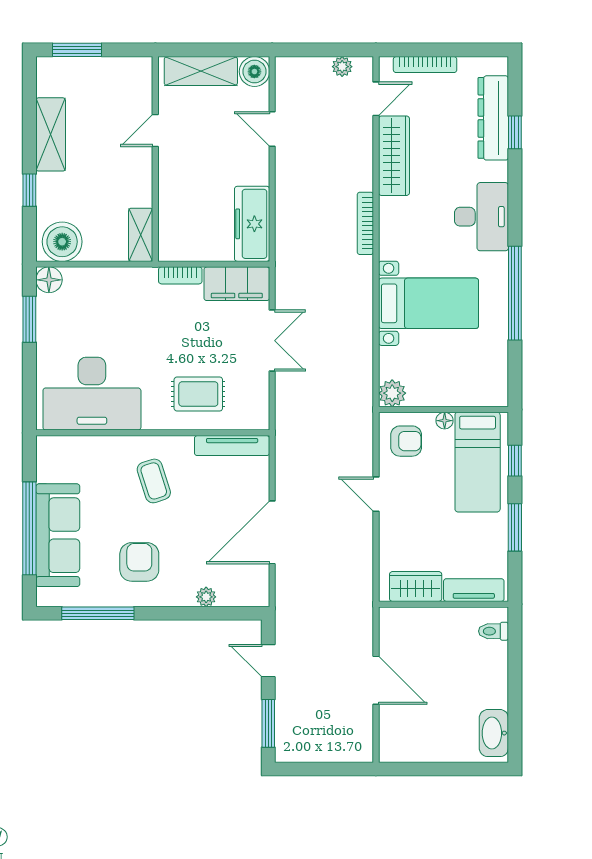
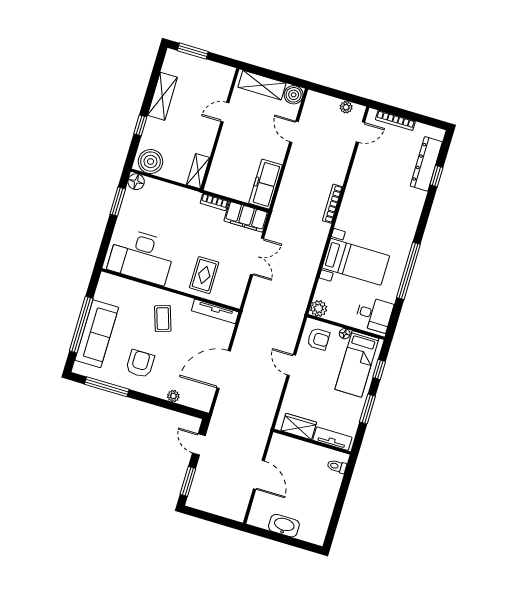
wardrobe: (394, 156) -> (361, 169), removed
desk: (481, 217) -> (374, 314), moved, width x0.73
rug: (198, 394) -> (204, 275), turned 90
washbasin: (494, 733) -> (284, 526), moved, turned 90

